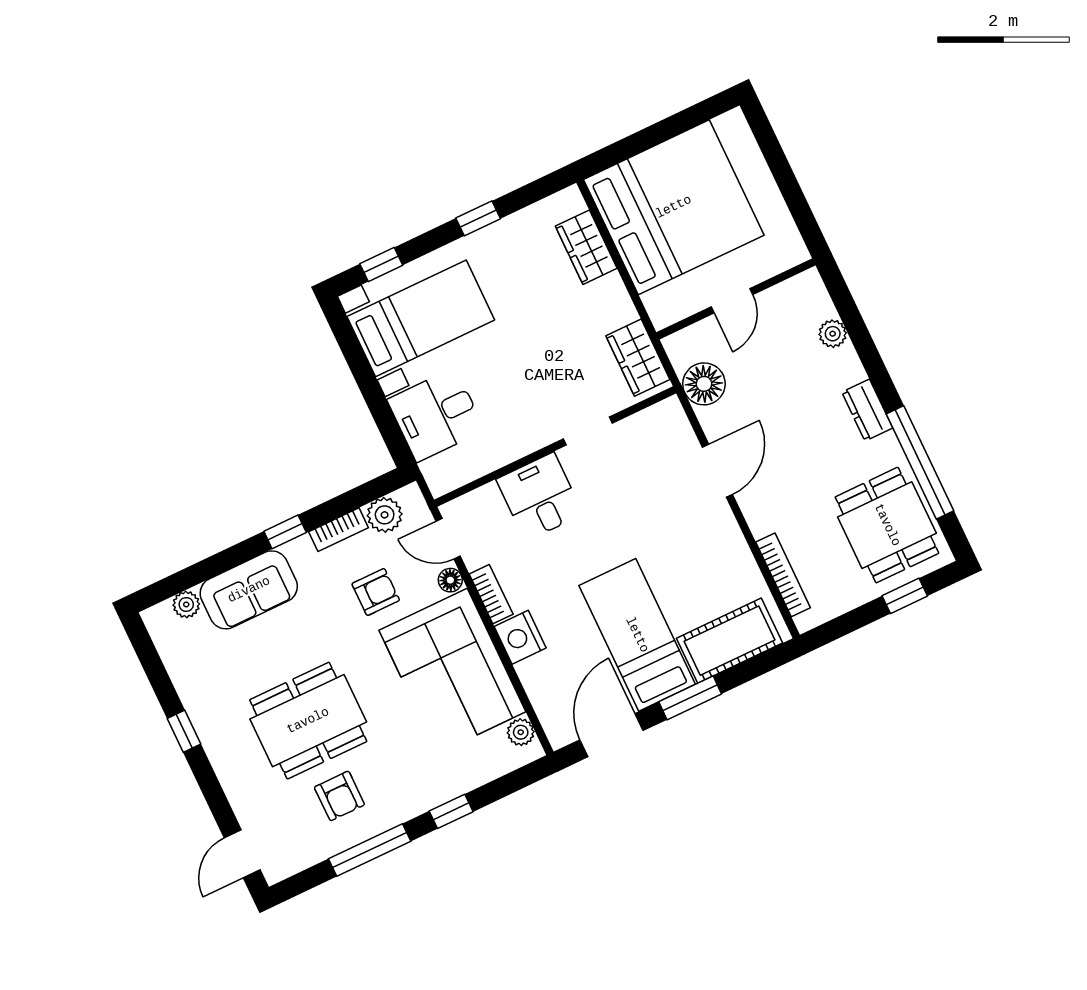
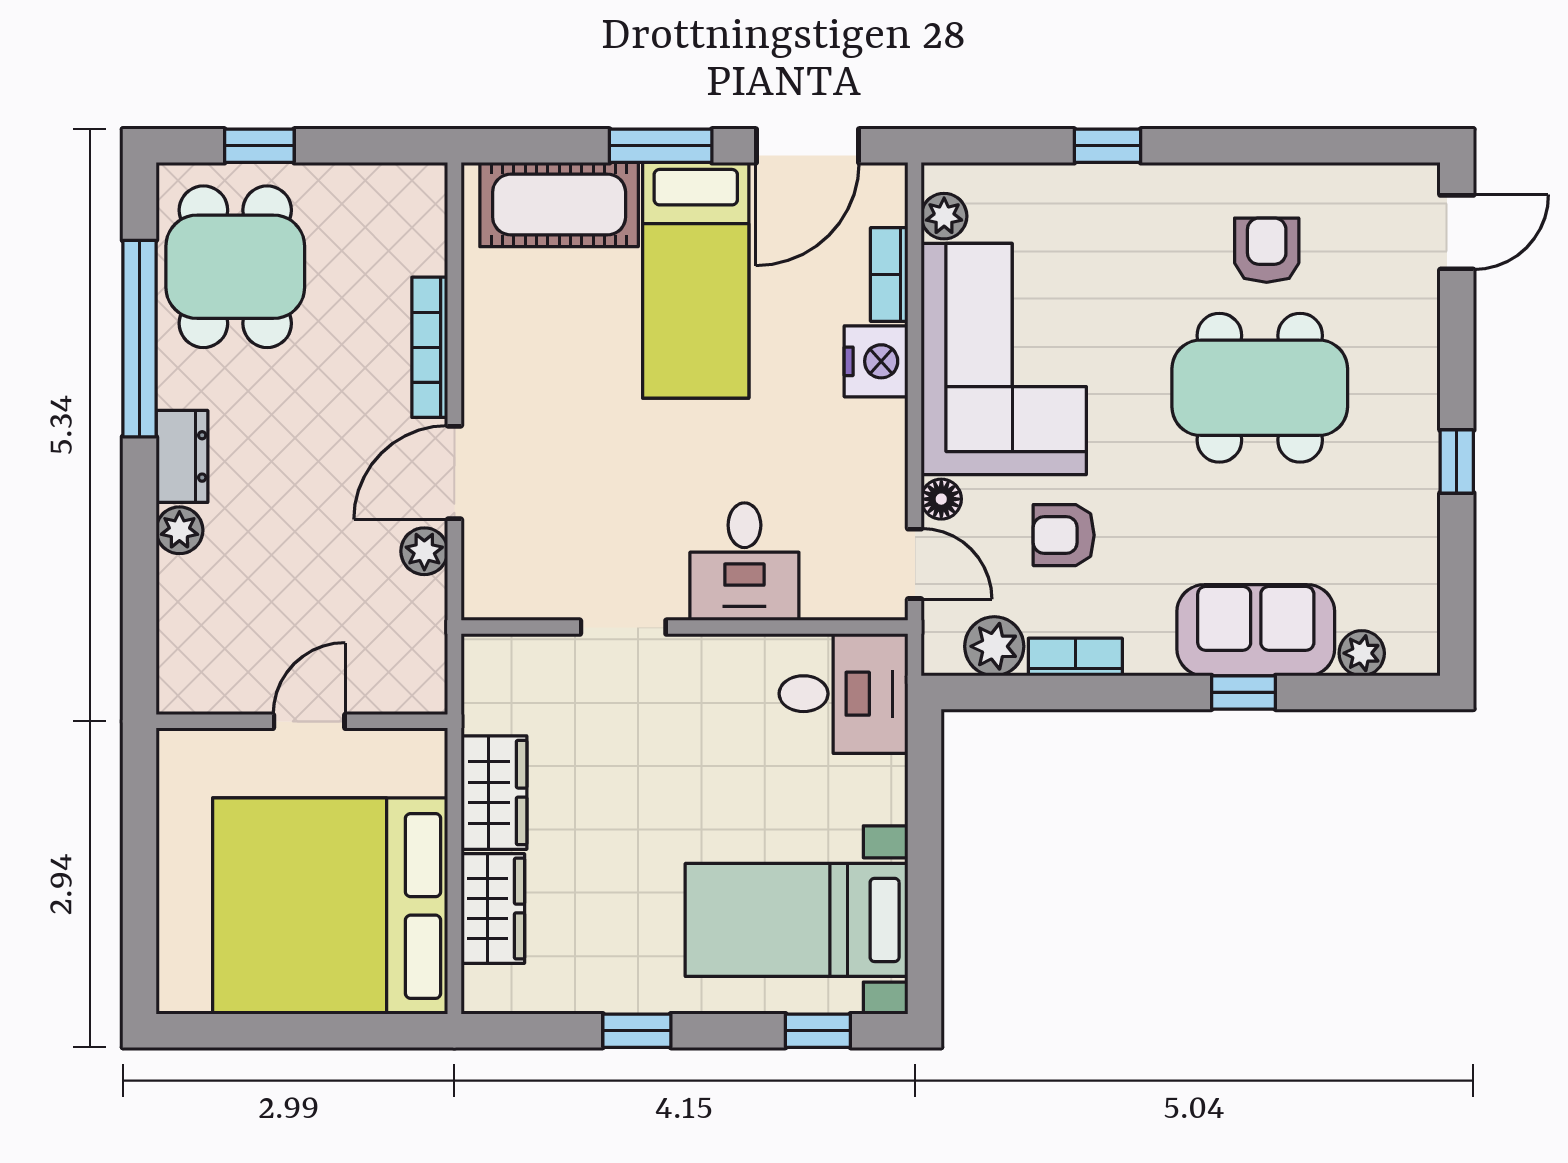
plant: (833, 334) -> (179, 530), moved
wardrobe: (638, 358) -> (494, 793), moved
floor lamp: (704, 384) -> (412, 615), removed
desk: (436, 415) -> (843, 694), moved
plant: (714, 421) -> (424, 551), added
window: (285, 532) -> (1244, 692), moved
bookcase: (783, 575) -> (430, 347), moved
bookcase: (491, 594) -> (889, 275), moved
window: (370, 850) -> (1260, 146), removed

